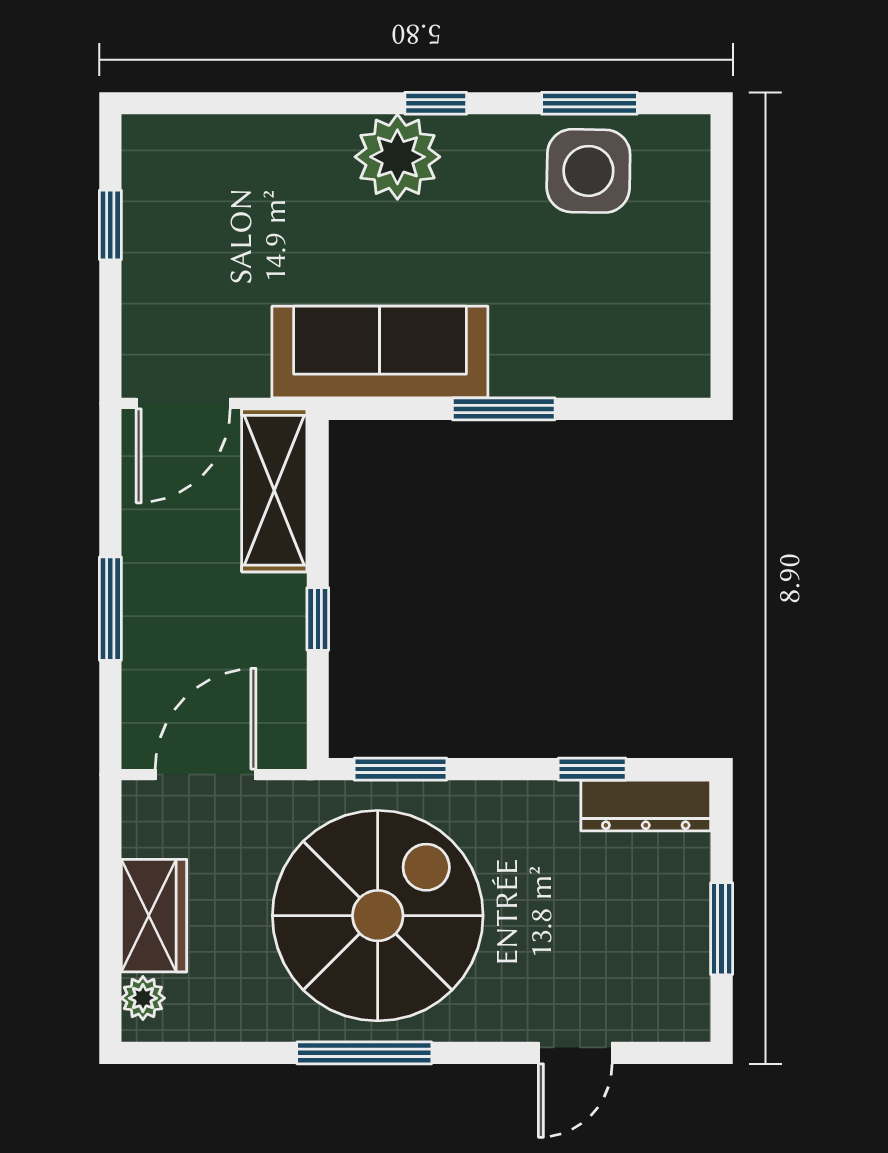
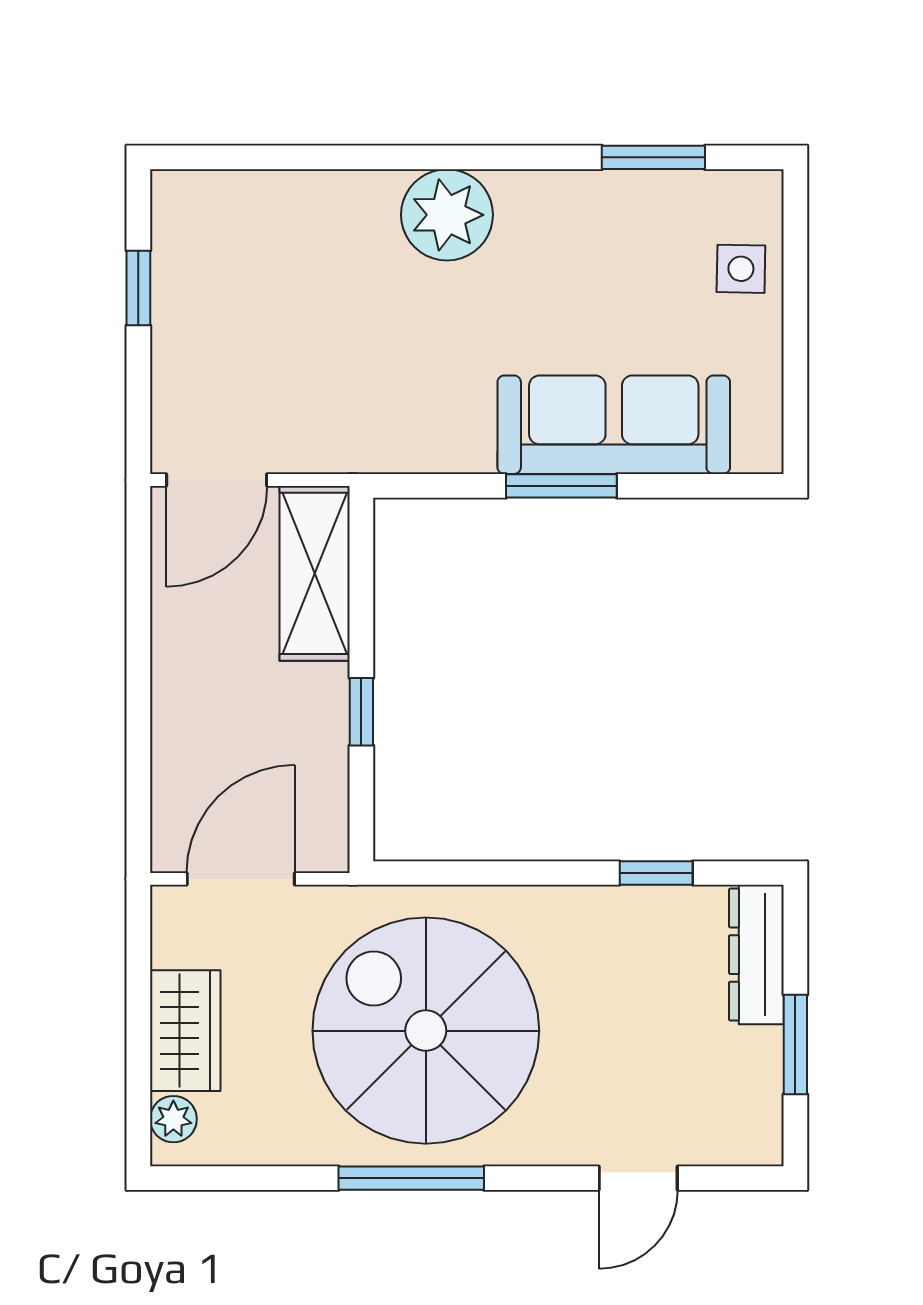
window: (436, 103) -> (488, 157), removed
side table: (588, 171) -> (741, 269), moved, width x0.54, depth x0.54
sofa: (380, 352) -> (614, 425), moved
window: (110, 609) -> (138, 701), removed
window: (401, 769) -> (450, 873), removed
dresser: (646, 805) -> (756, 955), moved, turned 90
spiral stairs: (378, 916) -> (426, 1031), turned -90

